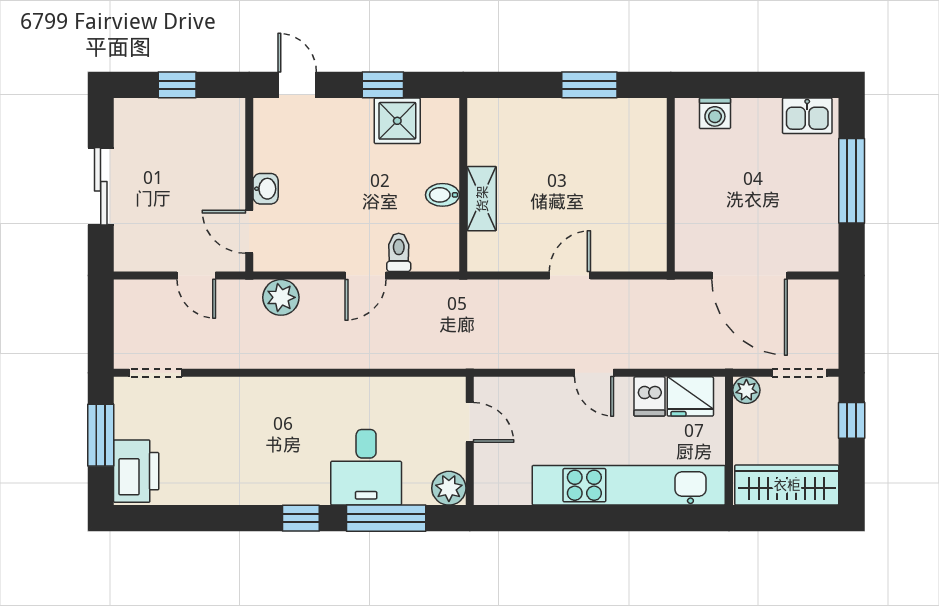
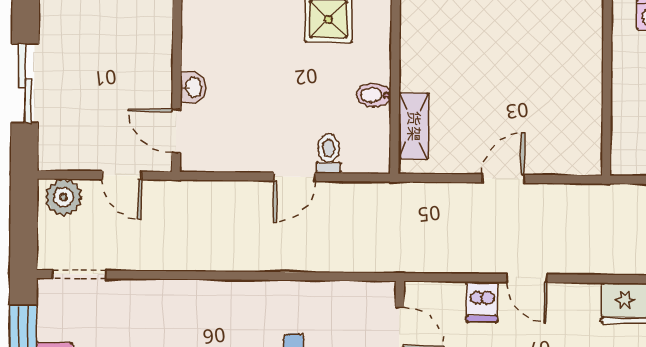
shelving: (482, 199) -> (414, 126), moved
plant: (281, 297) -> (63, 197), moved
dishwasher: (650, 396) -> (482, 302), moved

